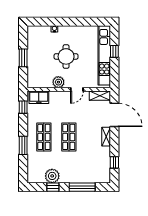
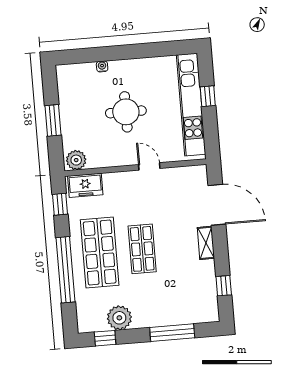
plant: (58, 82) -> (76, 160), moved
door: (77, 89) -> (149, 166), swing flipped
shelving: (100, 96) -> (189, 174), removed
shop shelf: (44, 137) -> (100, 252), width x1.43, depth x1.36
window: (23, 145) -> (65, 270), width x2.11
window: (53, 187) -> (105, 338), moved

